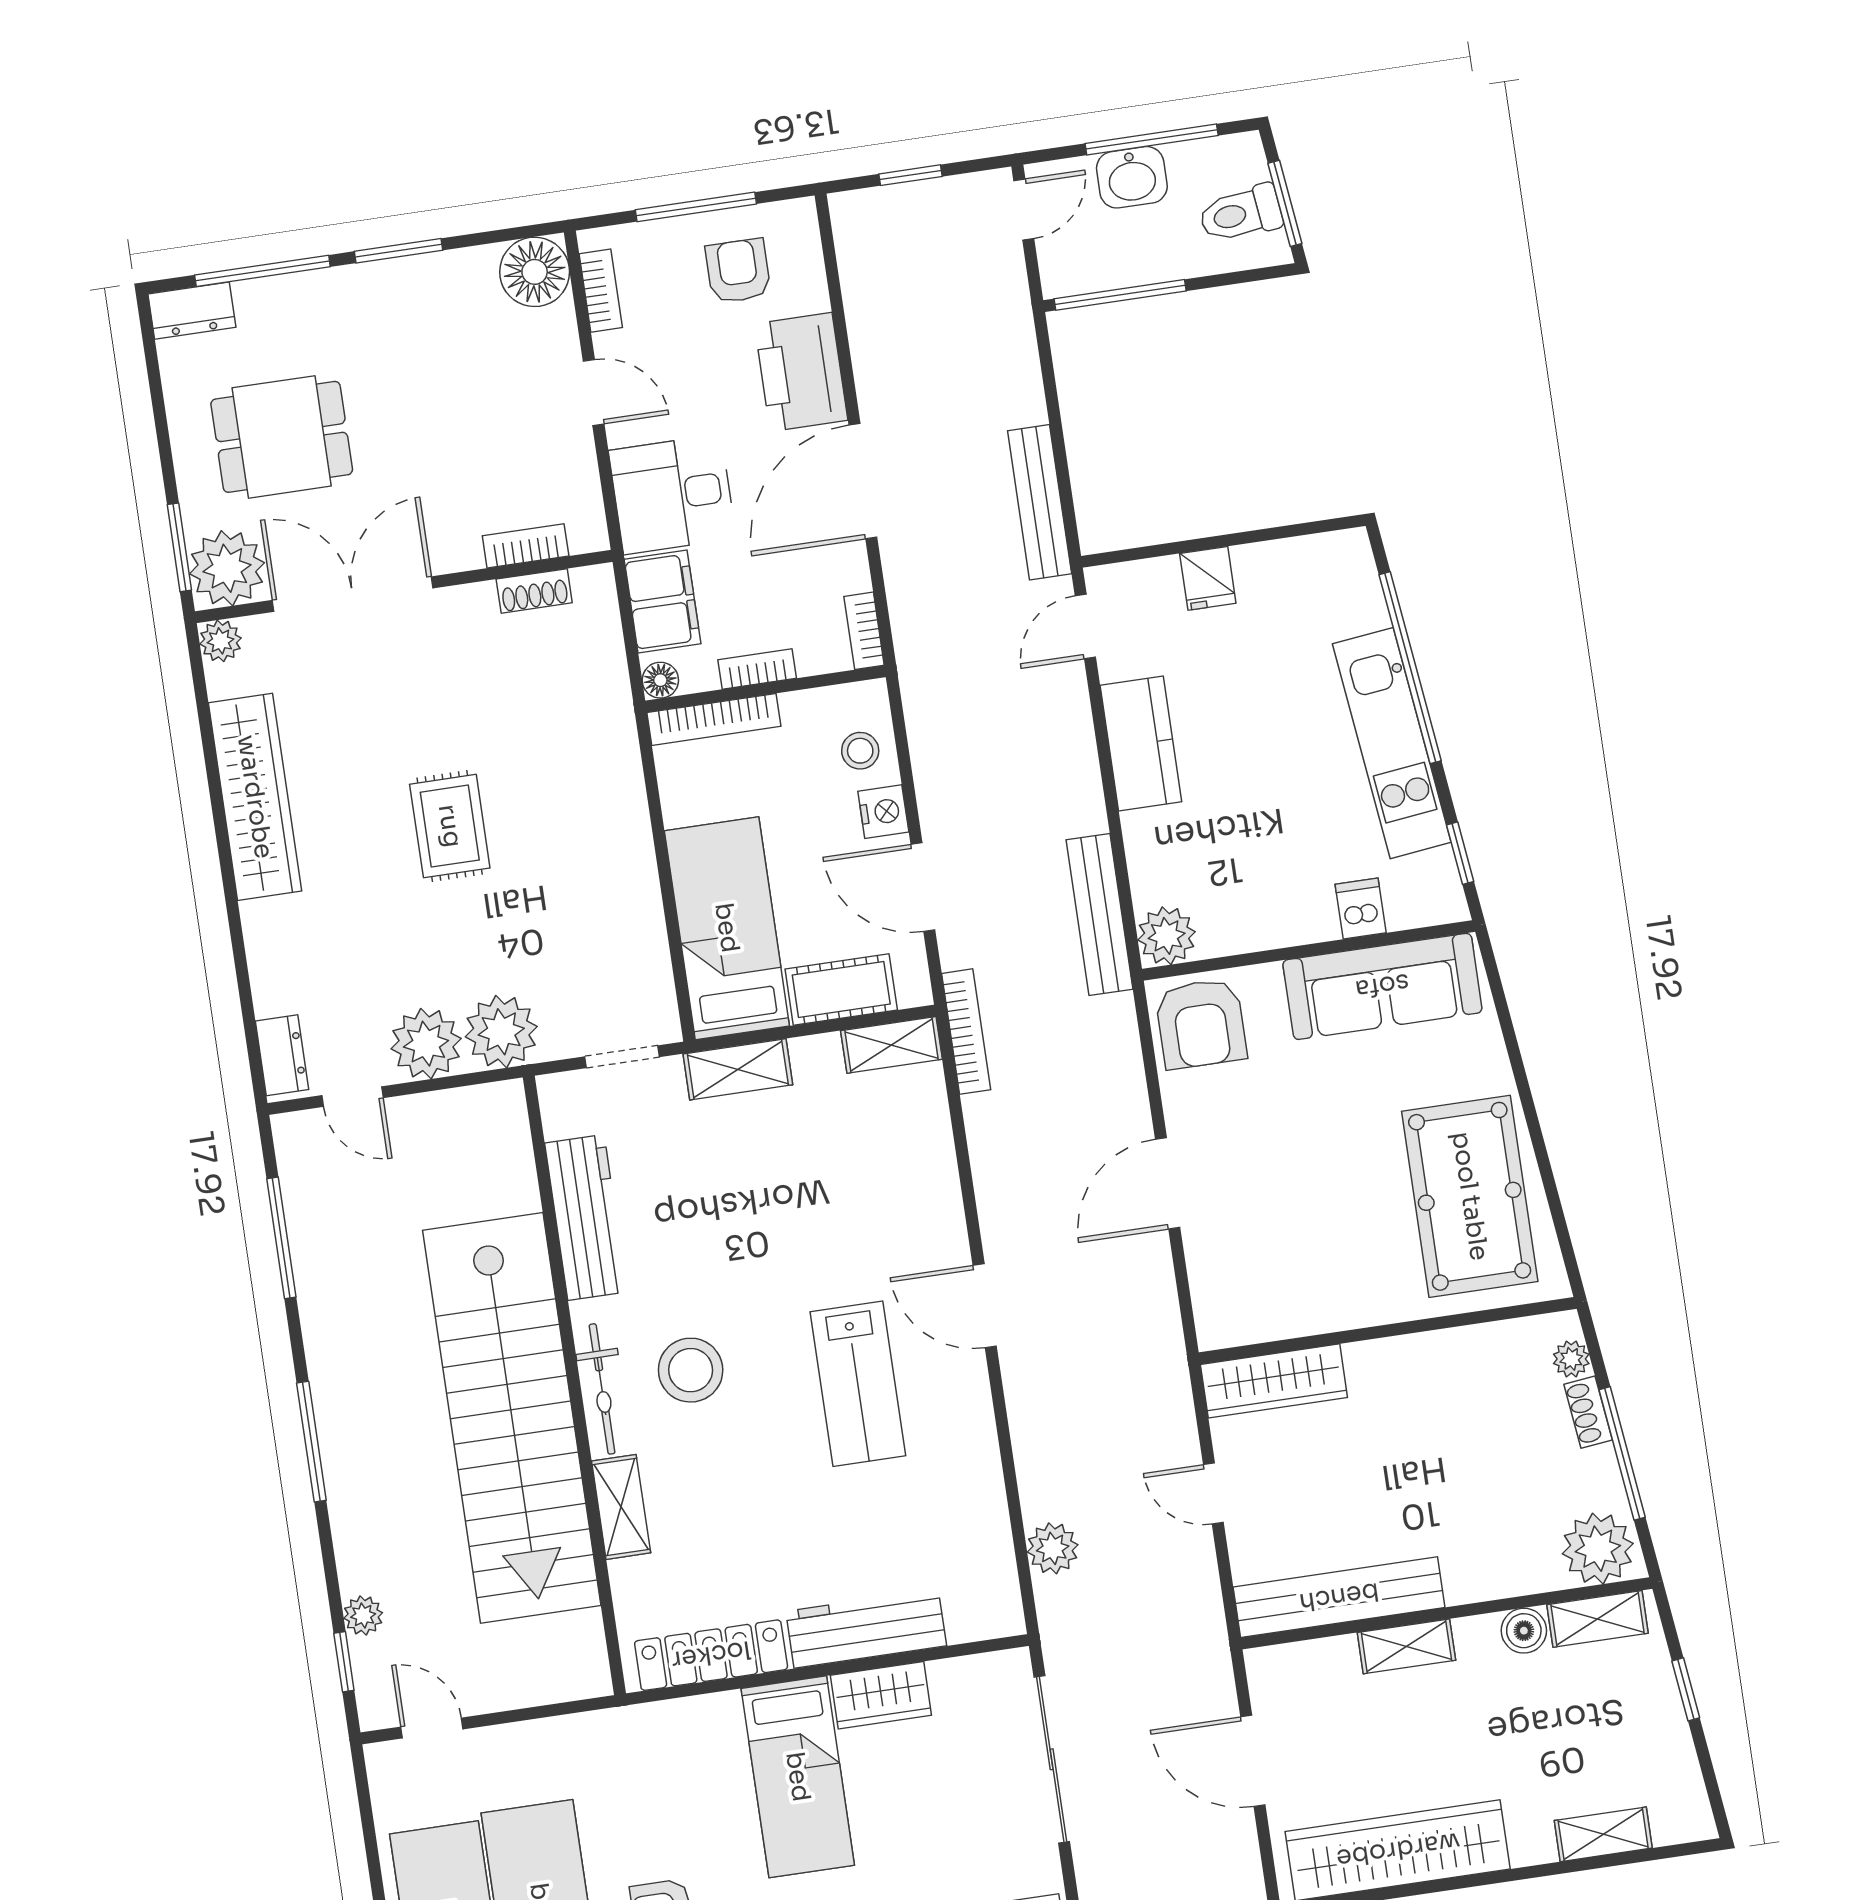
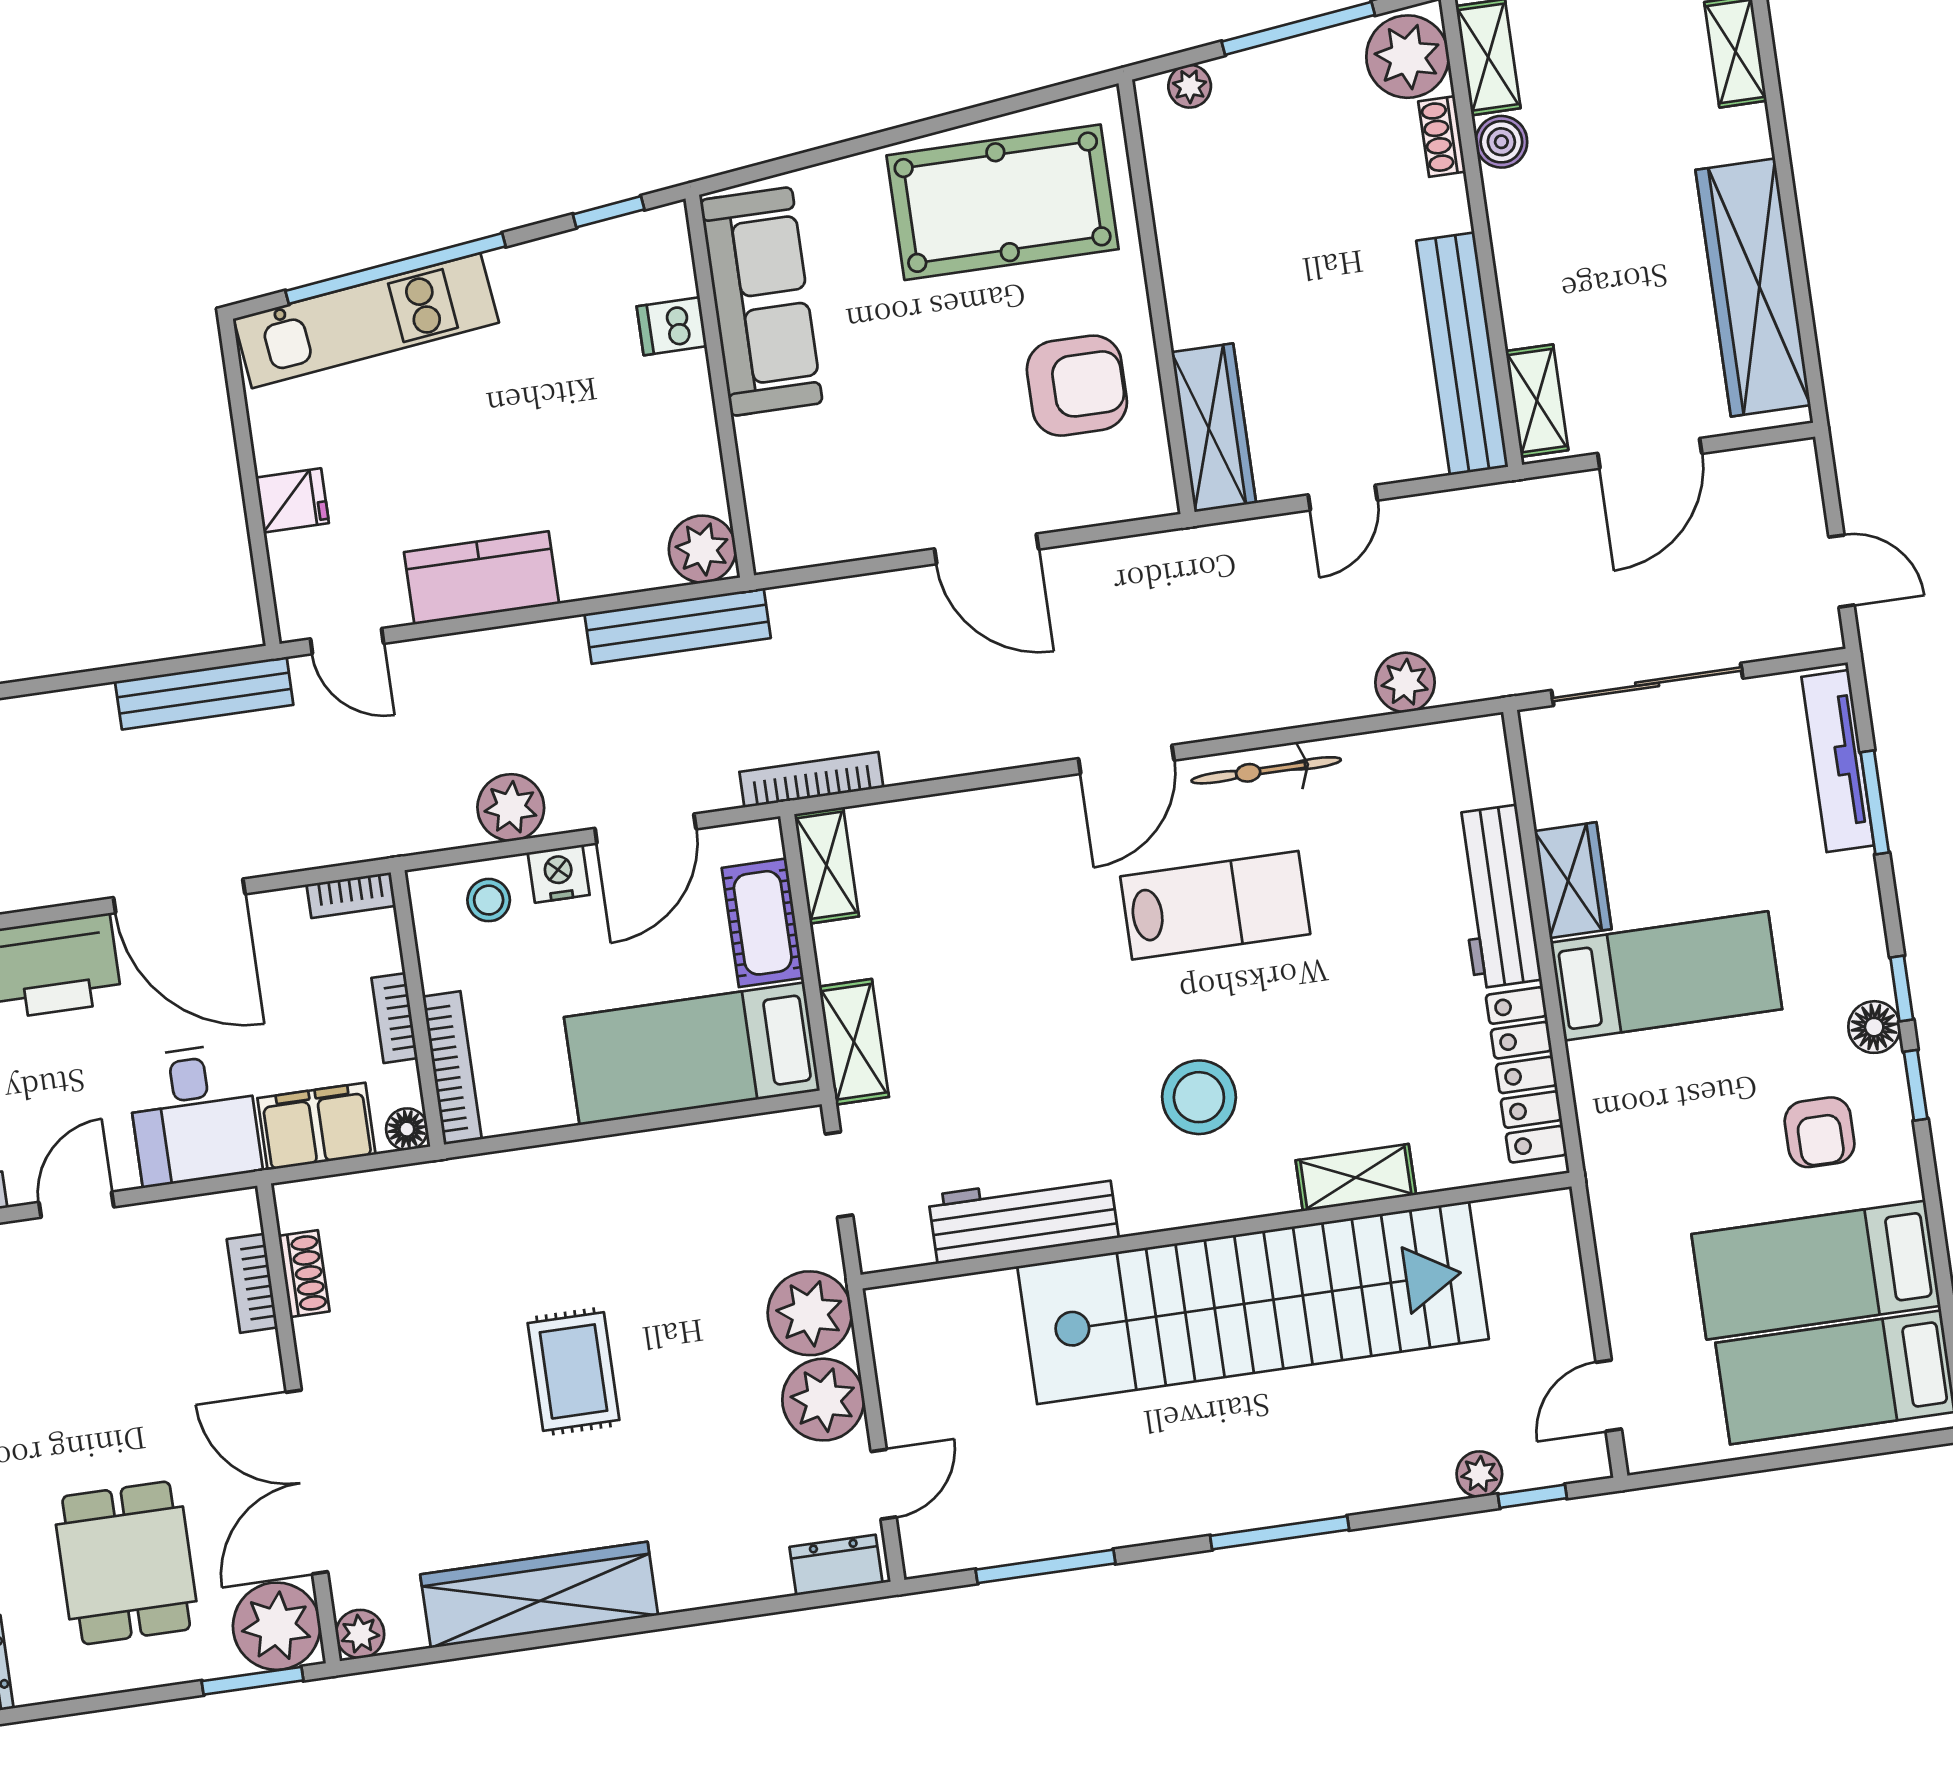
kitchen unit: (1392, 743) -> (366, 321), moved
plant: (941, 770) -> (511, 807), added
rug: (450, 826) -> (573, 1371), turned 90
armchair: (1201, 1024) -> (1077, 386), moved
bicycle: (602, 1389) -> (1266, 770), moved, turned 180
shoe rack: (1588, 1412) -> (1442, 136), moved, turned 97
shelving: (1406, 1646) -> (1537, 401), moved

